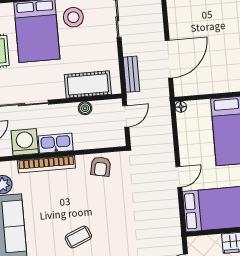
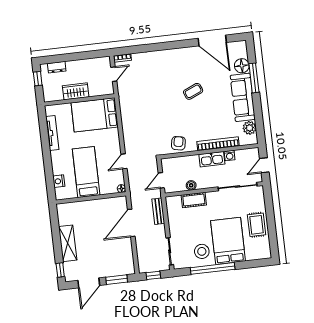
cot: (88, 84) -> (194, 200), width x0.73, depth x0.75
washing machine: (25, 142) -> (230, 156), width x0.53, depth x0.53
door: (179, 177) -> (124, 161), moved

